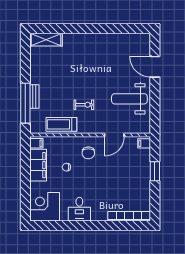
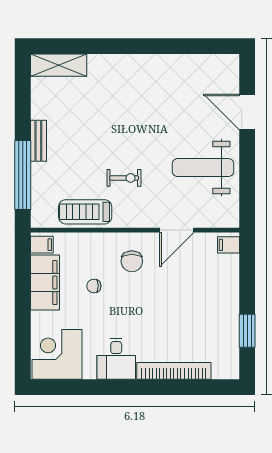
bench: (34, 96) -> (38, 141), moved
window: (155, 171) -> (247, 331), moved
bookcase: (129, 216) -> (174, 371), moved

